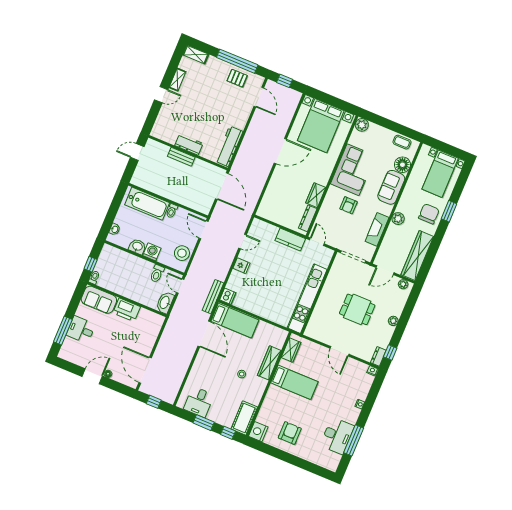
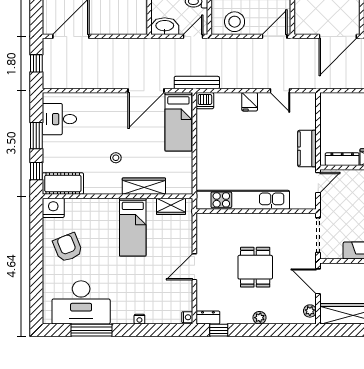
armchair: (290, 433) -> (68, 248), turned -112
desk: (337, 436) -> (81, 302), width x1.36, depth x1.30

